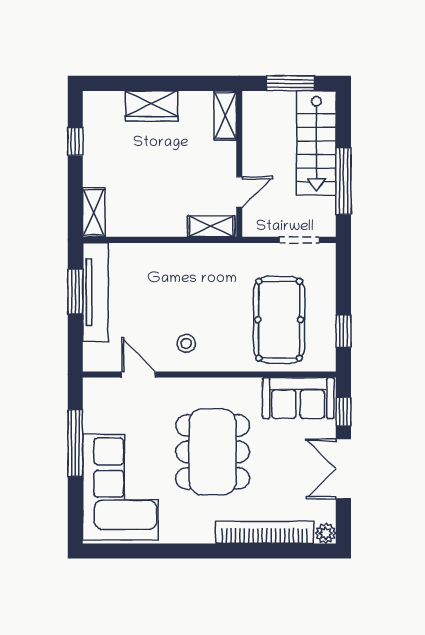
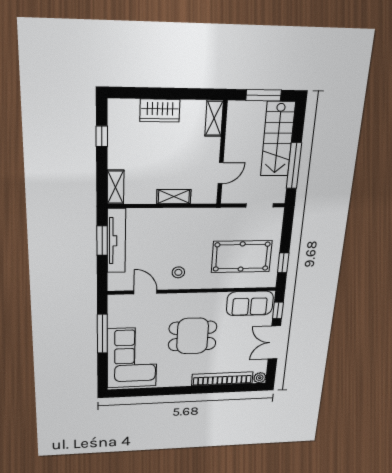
shelving: (211, 226) -> (174, 197), moved
pool table: (279, 320) -> (242, 257), turned 90
dining table: (213, 452) -> (193, 336), width x0.73

